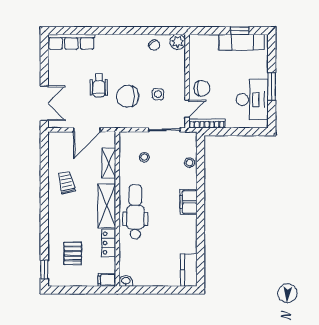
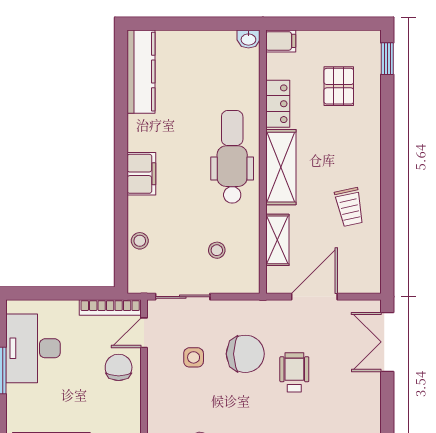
chair: (202, 88) -> (119, 367), turned 90
dental chair: (135, 212) -> (232, 157), turned 180
kitchen counter: (189, 270) -> (141, 72), width x1.50

